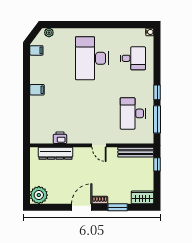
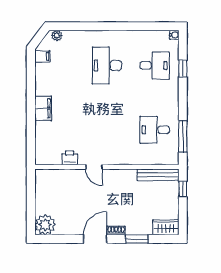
desk: (92, 58) -> (107, 65), width x0.73, depth x0.77
filing cabinet: (37, 90) -> (43, 108), width x2.00
window: (157, 92) -> (183, 69), moved
desk: (133, 113) -> (155, 130), width x0.73
door: (99, 145) -> (94, 167), moved
dresser: (55, 153) -> (64, 176), removed

